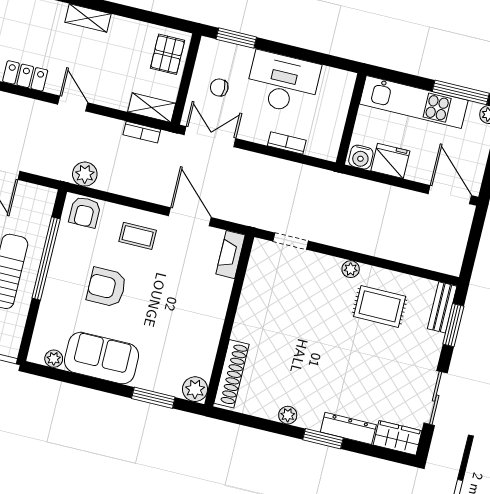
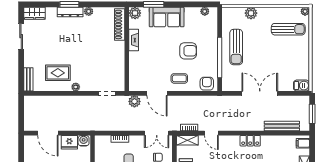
door: (73, 103) -> (211, 133), moved
plant: (85, 174) -> (134, 101), moved
door: (450, 195) -> (48, 133), moved
fireplace: (230, 255) -> (134, 40), moved
window: (453, 325) -> (21, 72), removed
sofa: (102, 358) -> (167, 17), moved
dresser: (348, 428) -> (70, 12), moved

